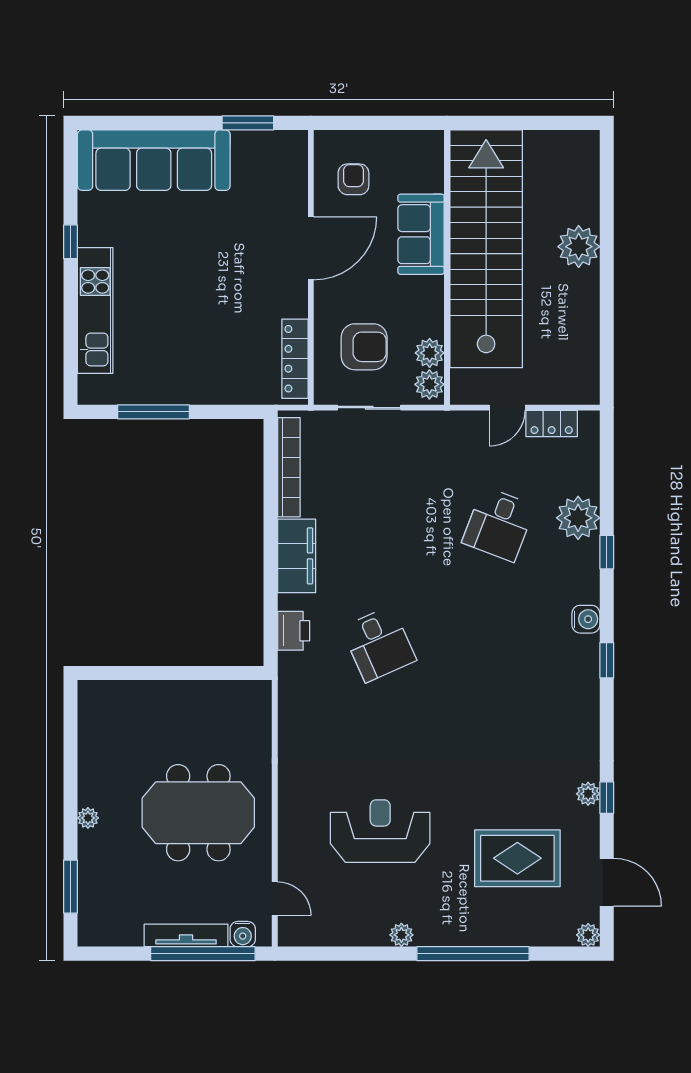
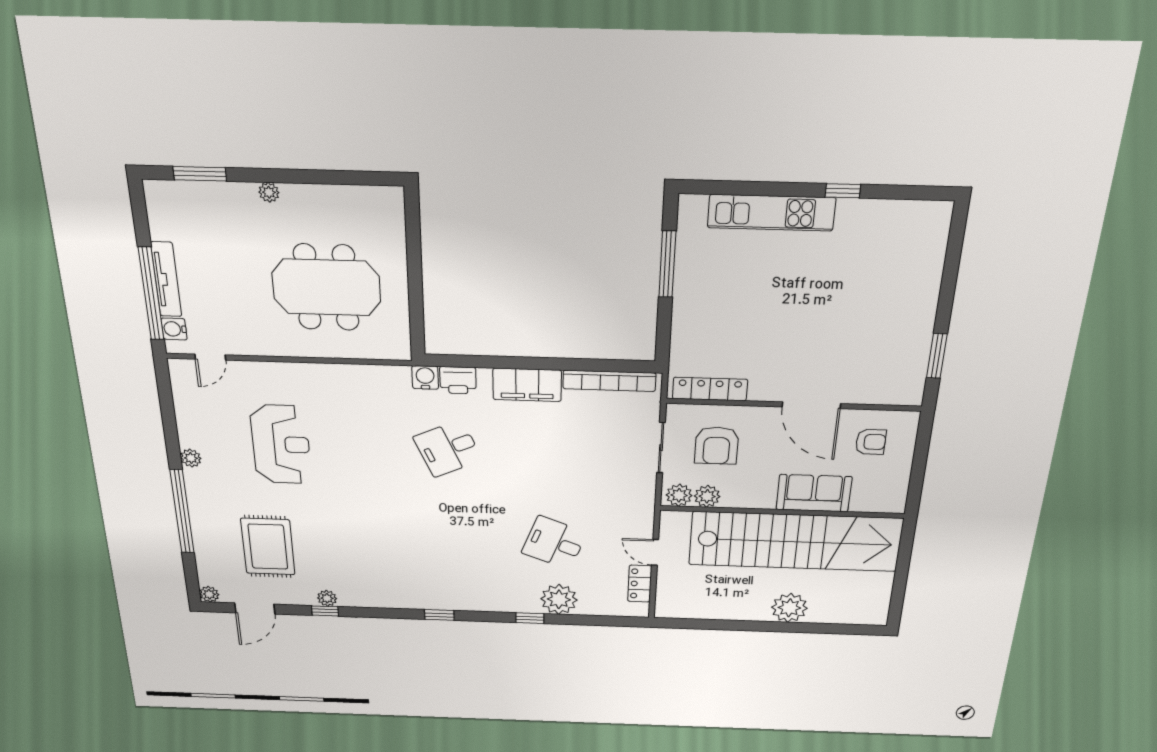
sofa: (154, 160) -> (914, 271), removed
water cooler: (586, 619) -> (425, 377), moved, turned 180
meeting table: (198, 813) -> (326, 287), moved, turned 90

